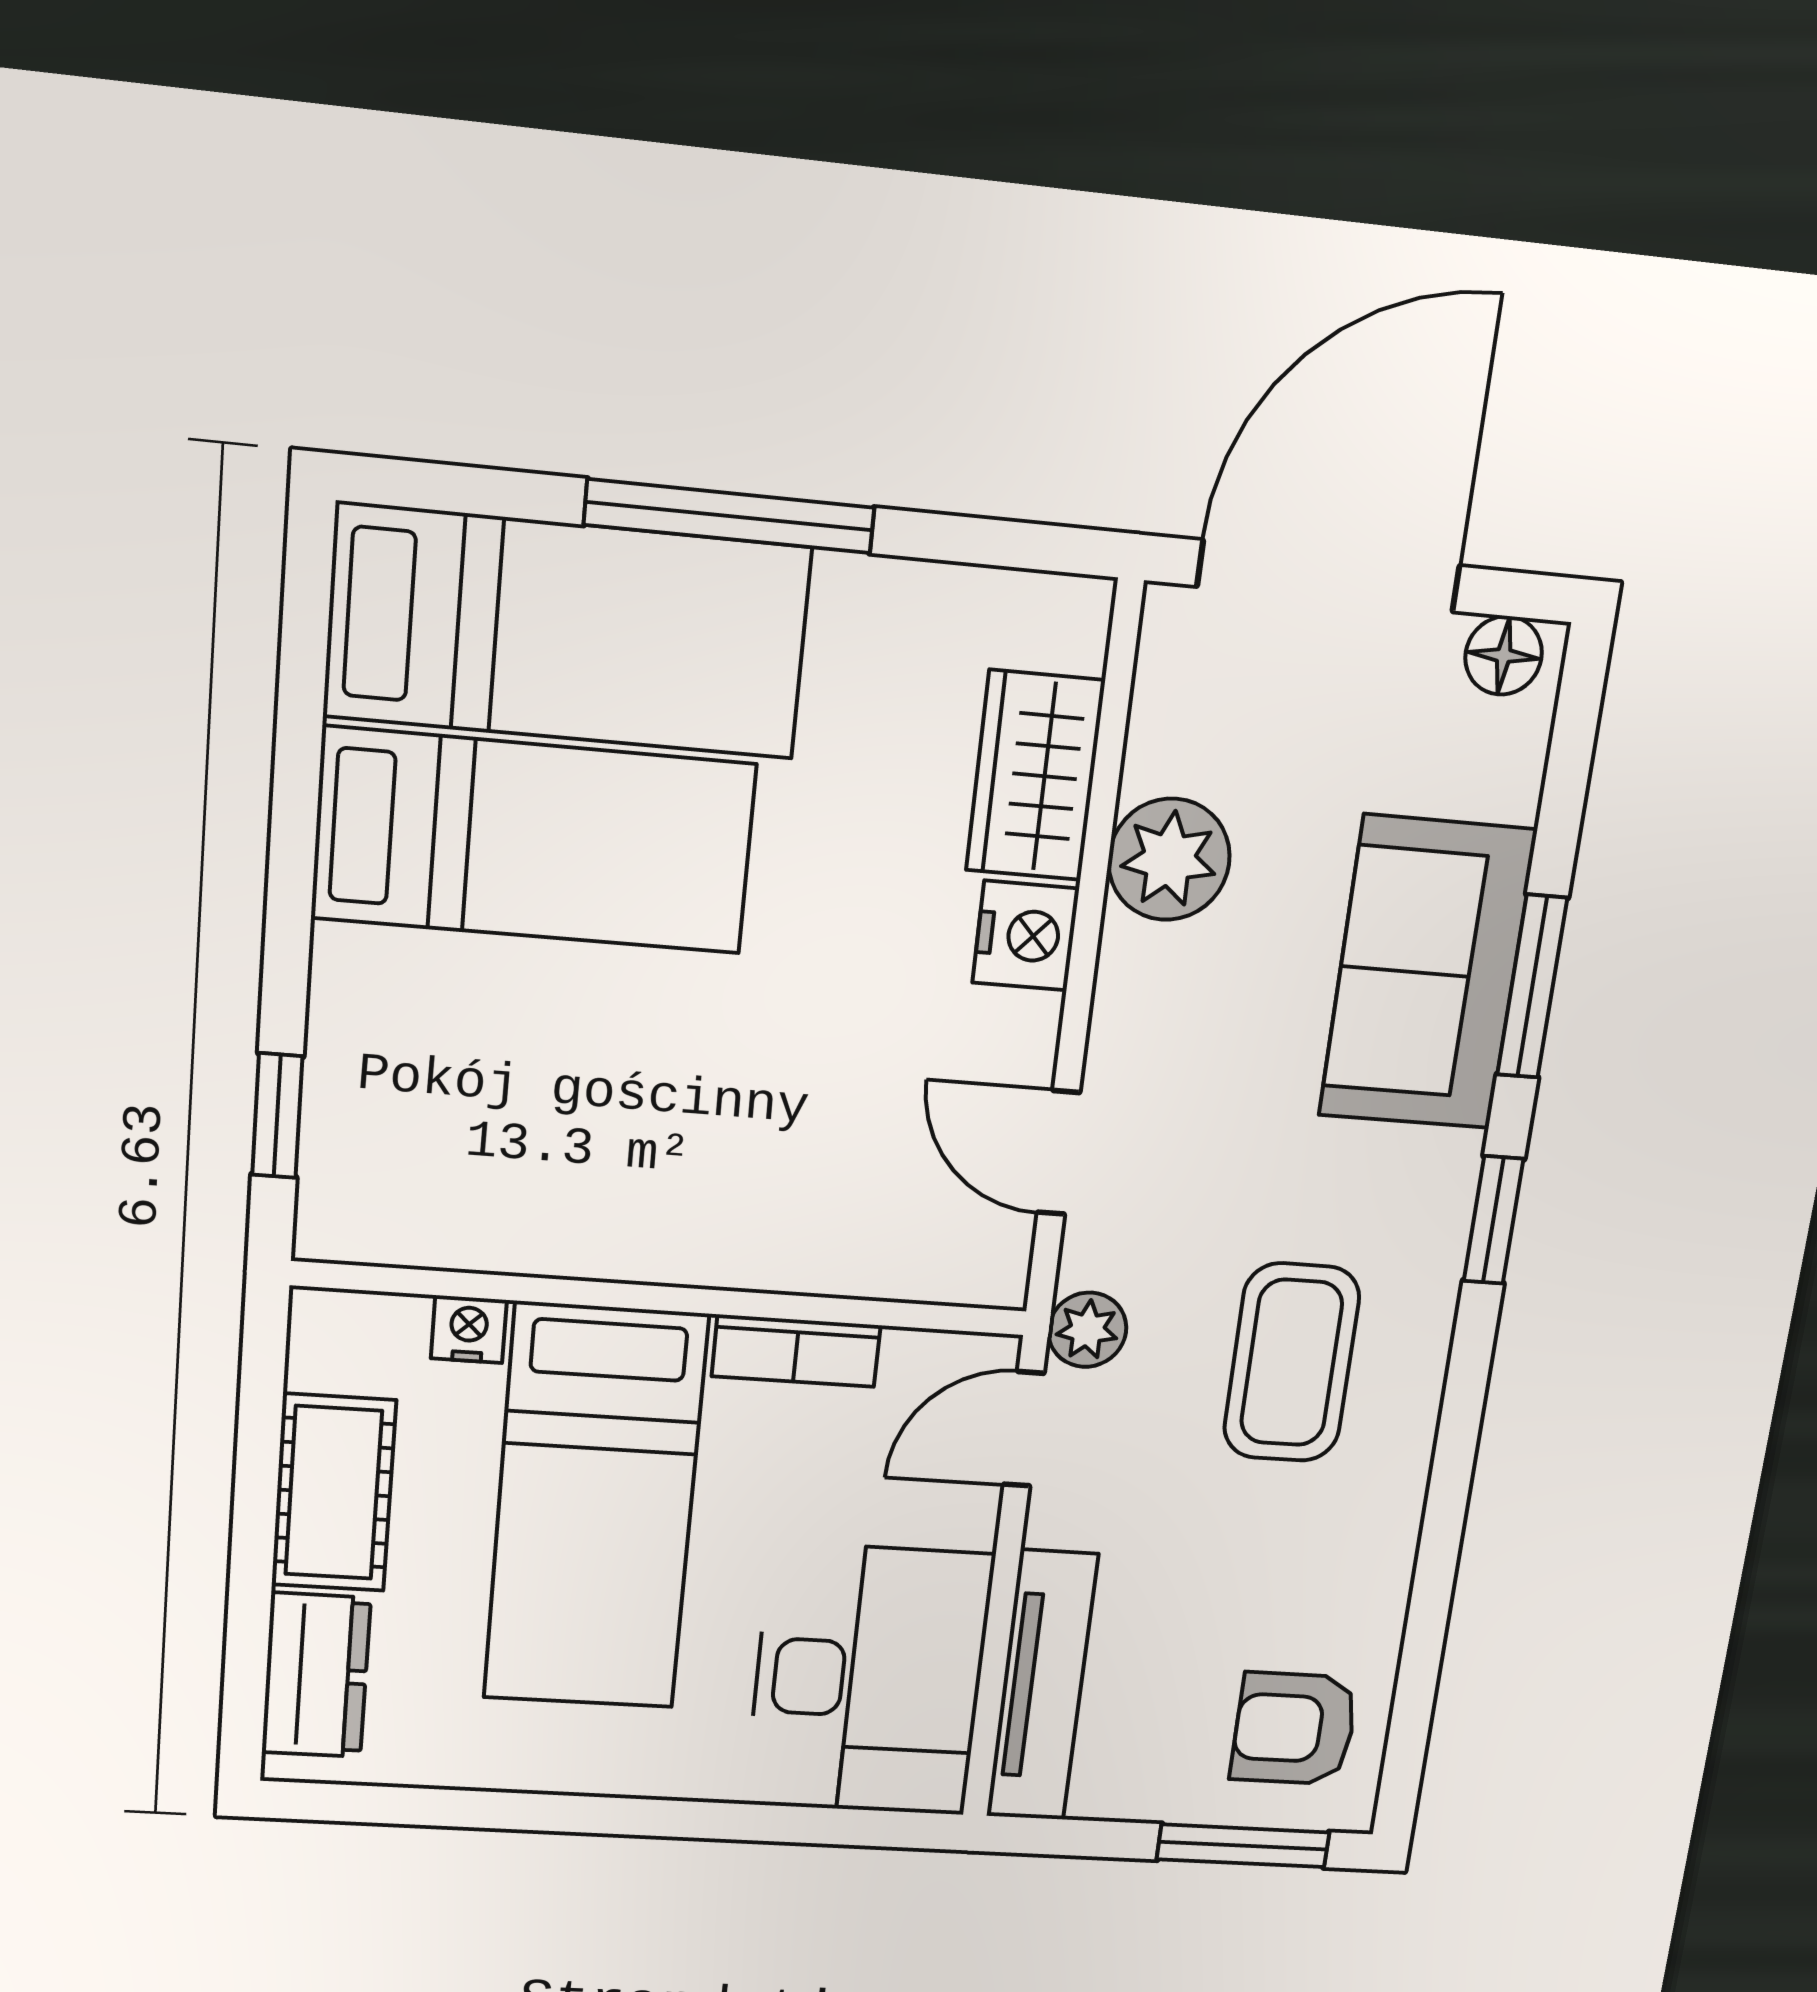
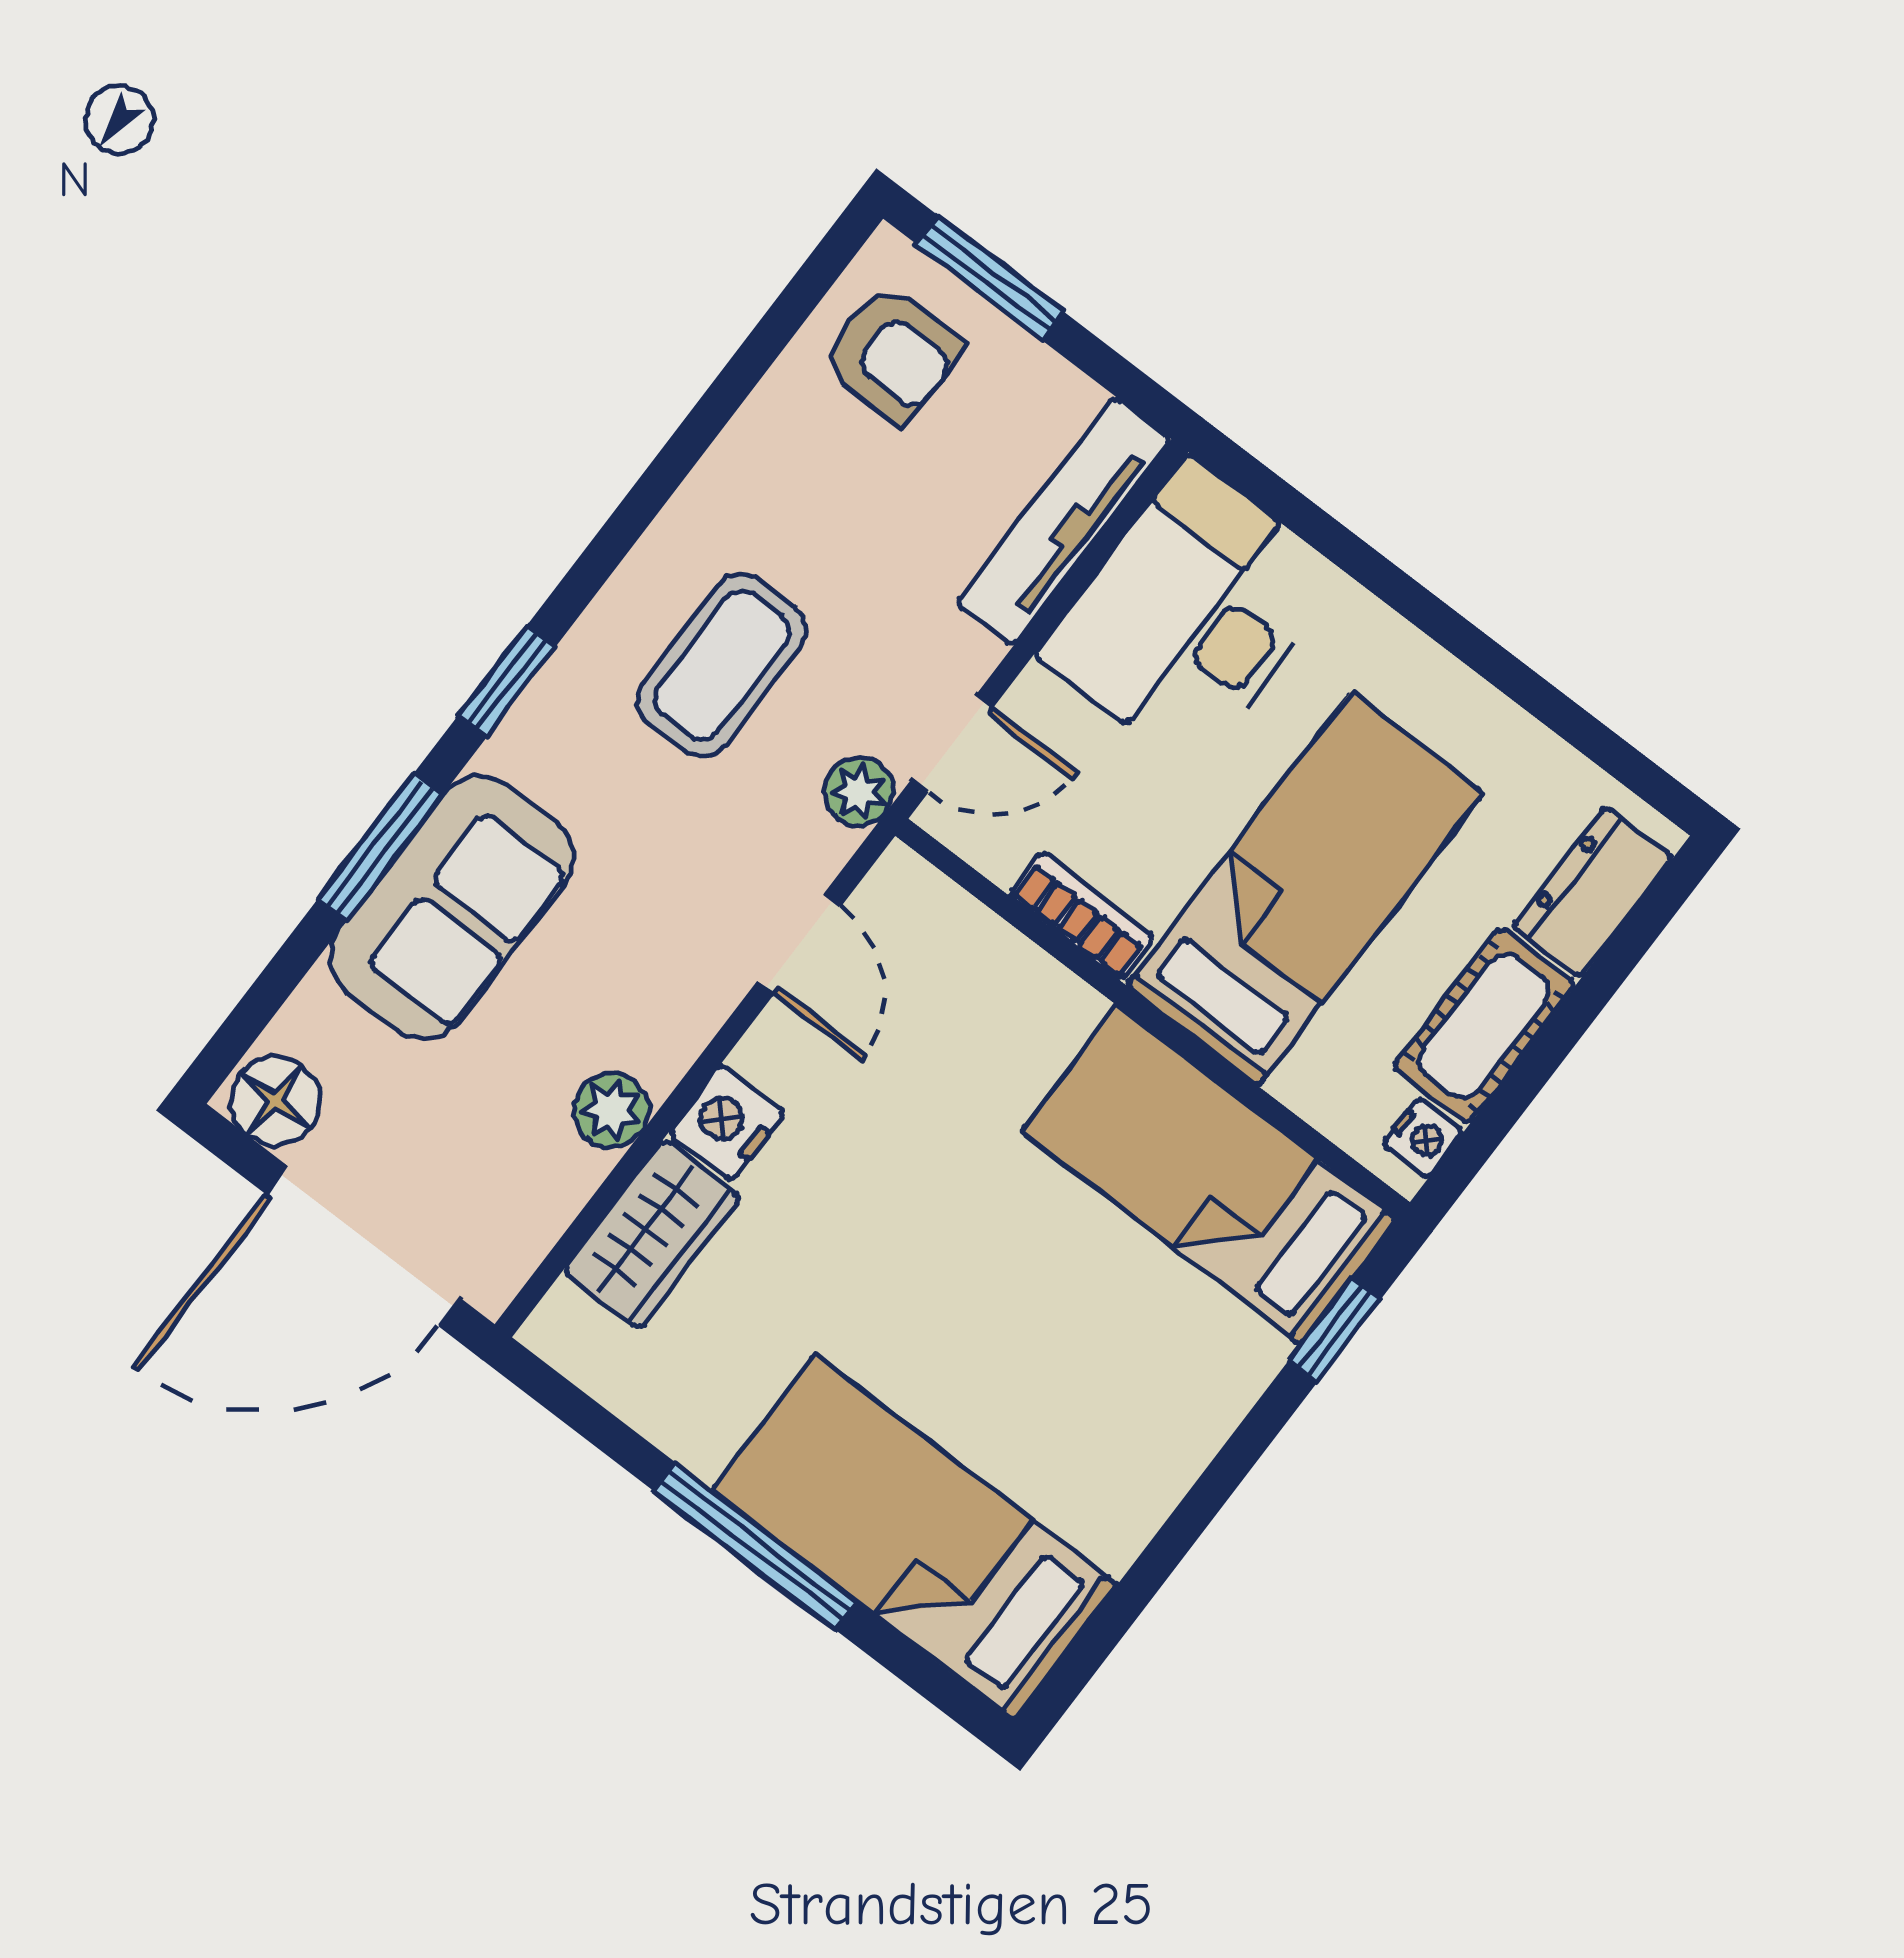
floor lamp: (1504, 655) -> (276, 1101), width x1.37, depth x1.37
bed: (534, 841) -> (1209, 1175), moved
plant: (1169, 859) -> (611, 1110), width x0.73, depth x0.73
nightstand: (469, 1329) -> (1423, 1138), moved, turned -90

